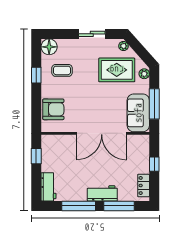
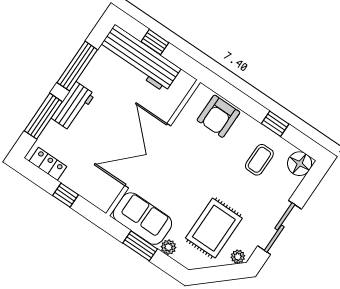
sliding door: (92, 34) -> (280, 228), width x1.37
plant: (144, 74) -> (169, 247), moved
window: (154, 104) -> (140, 246), width x0.69
window: (36, 156) -> (155, 42), moved
workbench: (48, 187) -> (140, 58), width x1.88, depth x1.32

